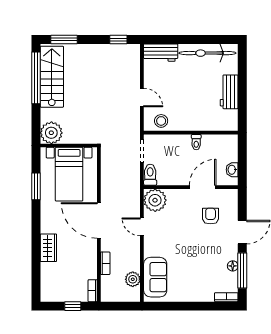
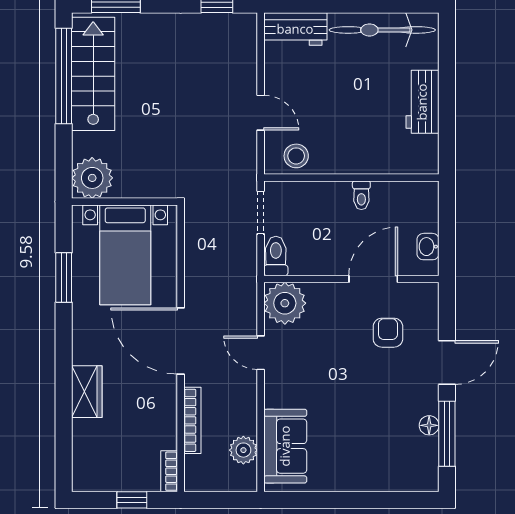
bookcase: (105, 263) -> (192, 420), width x1.56
bookcase: (226, 297) -> (417, 483), removed

